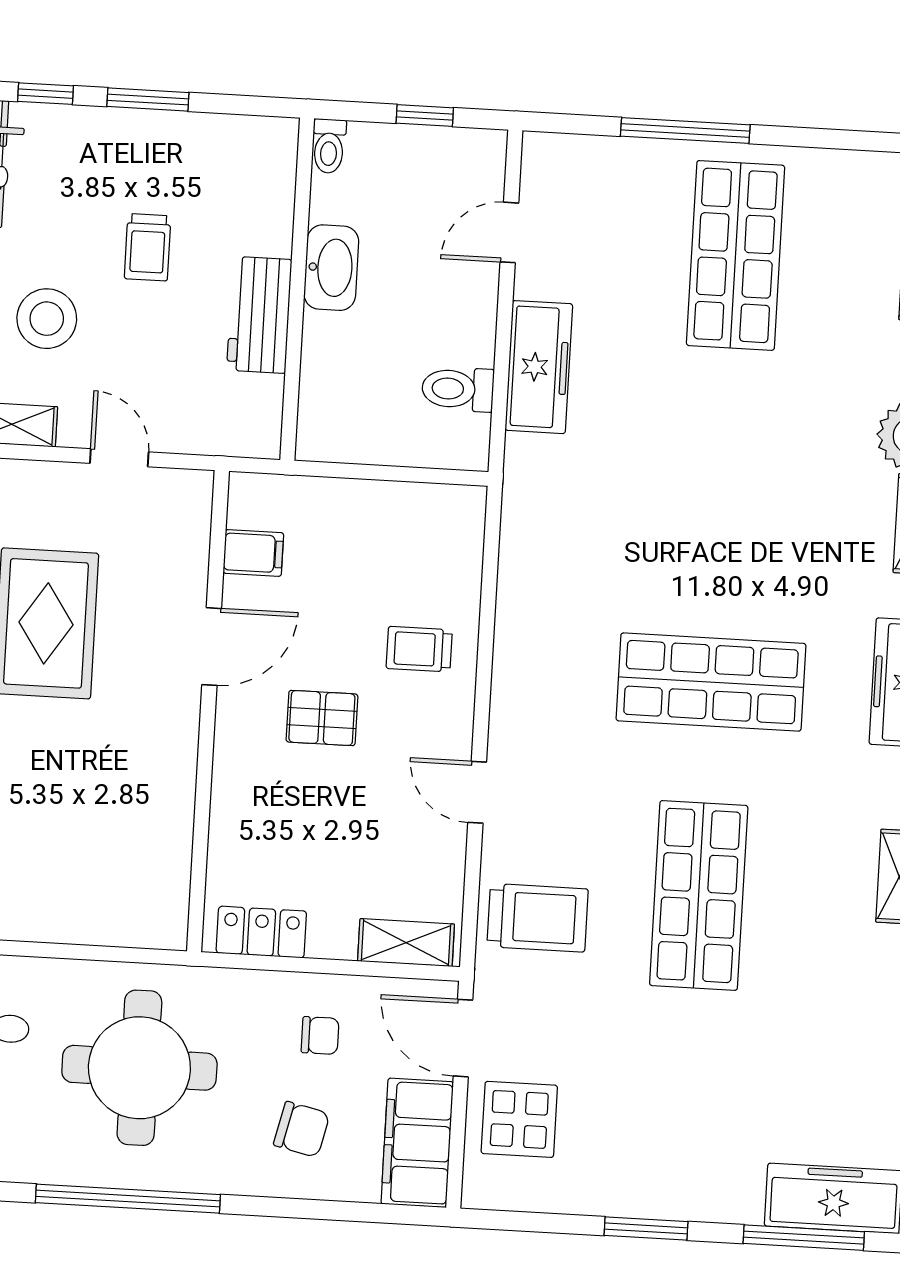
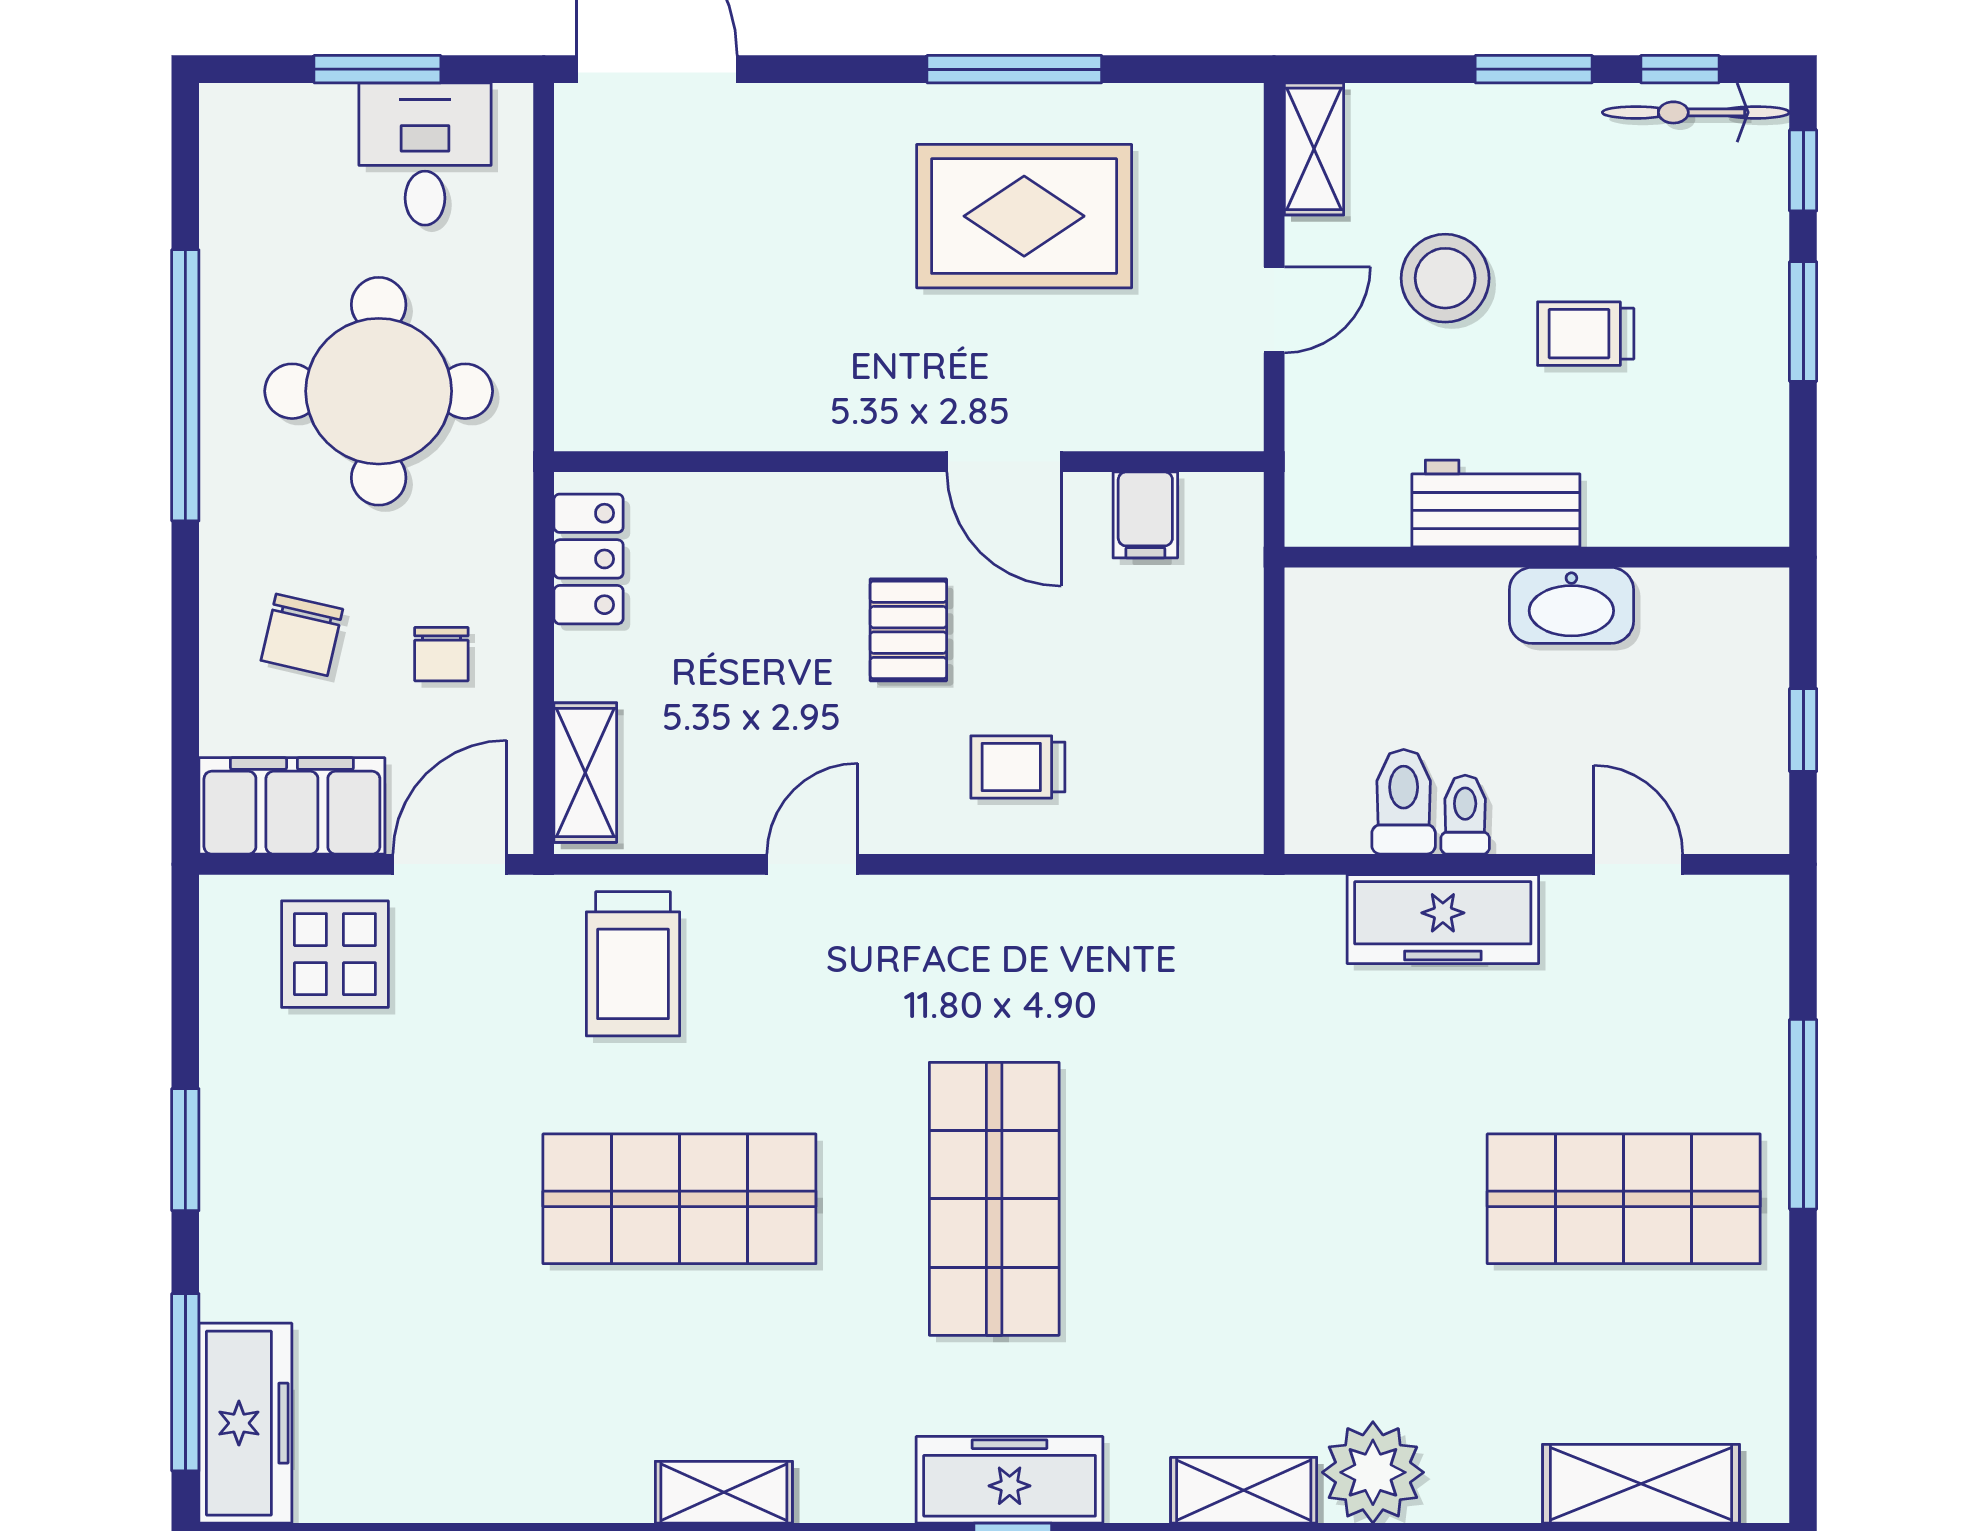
toilet: (329, 146) -> (1465, 815), moved, turned 90
stool: (47, 319) -> (1445, 278), moved
trolley: (419, 649) -> (1018, 767), turned -90

